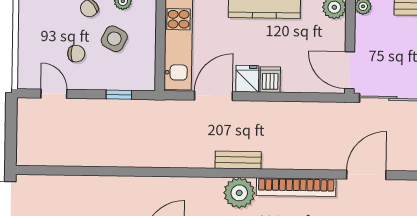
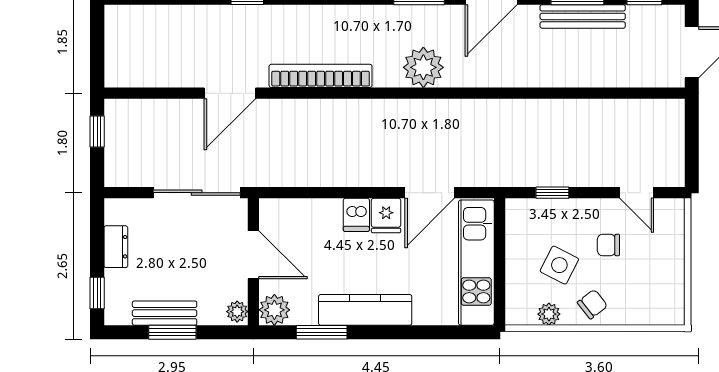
door: (350, 70) -> (253, 255), moved
bench: (238, 160) -> (396, 110), removed
plant: (239, 193) -> (423, 67), moved

